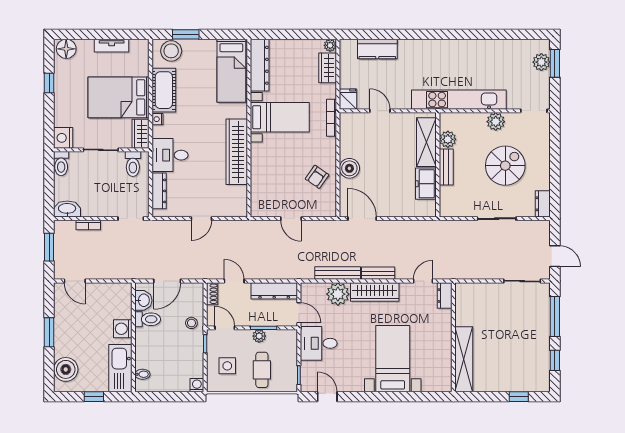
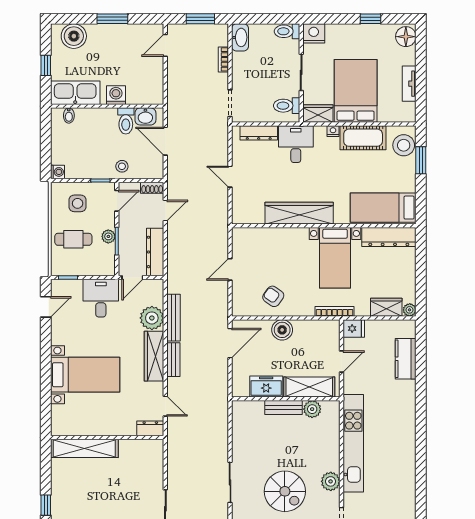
plant: (448, 139) -> (312, 409), moved
shelving: (426, 142) -> (309, 387), moved
wall: (438, 165) -> (286, 399), moved
bench: (446, 167) -> (283, 408), moved
freezer: (426, 184) -> (266, 387), moved

